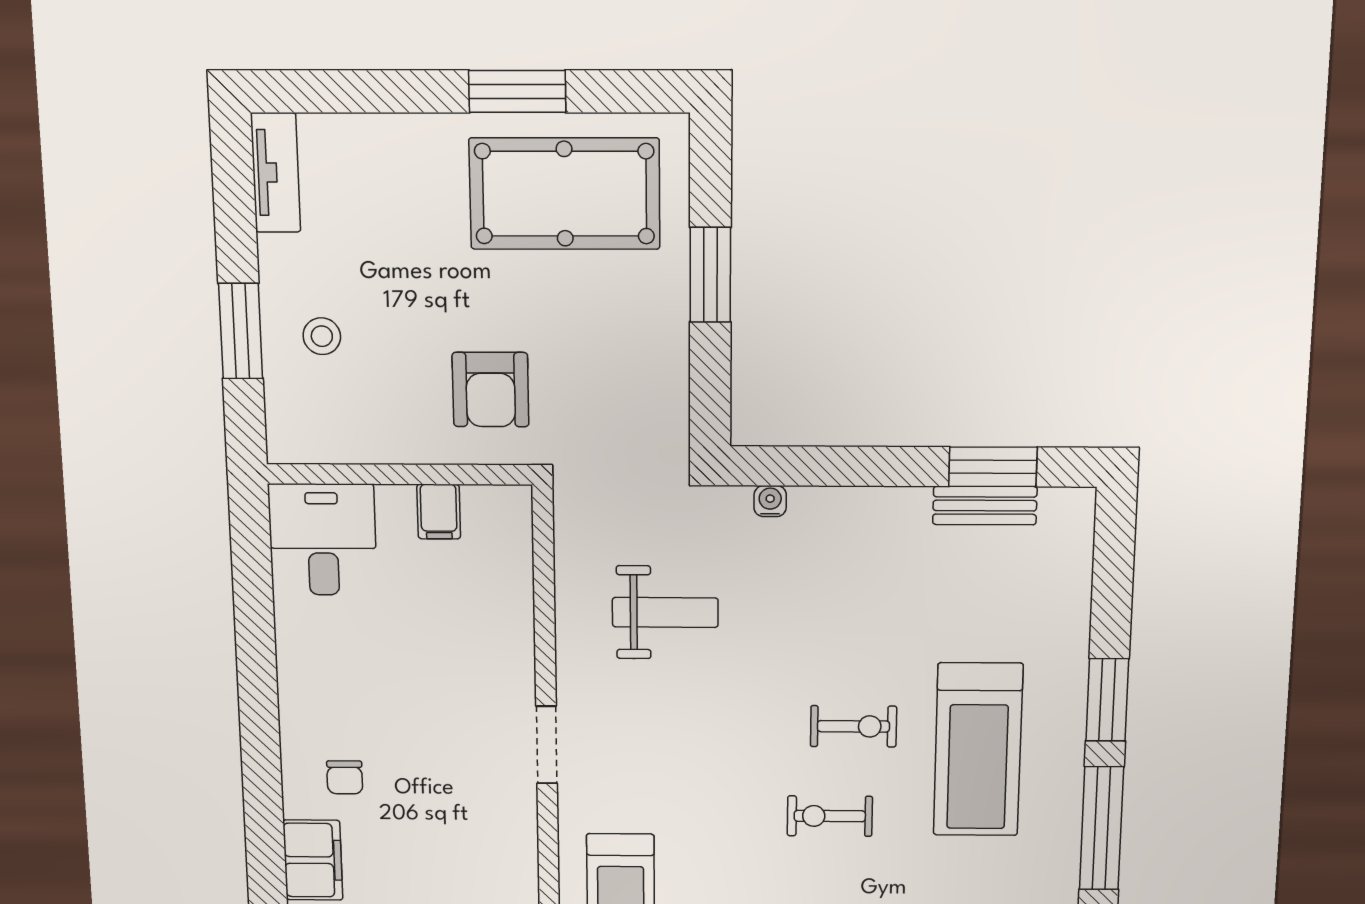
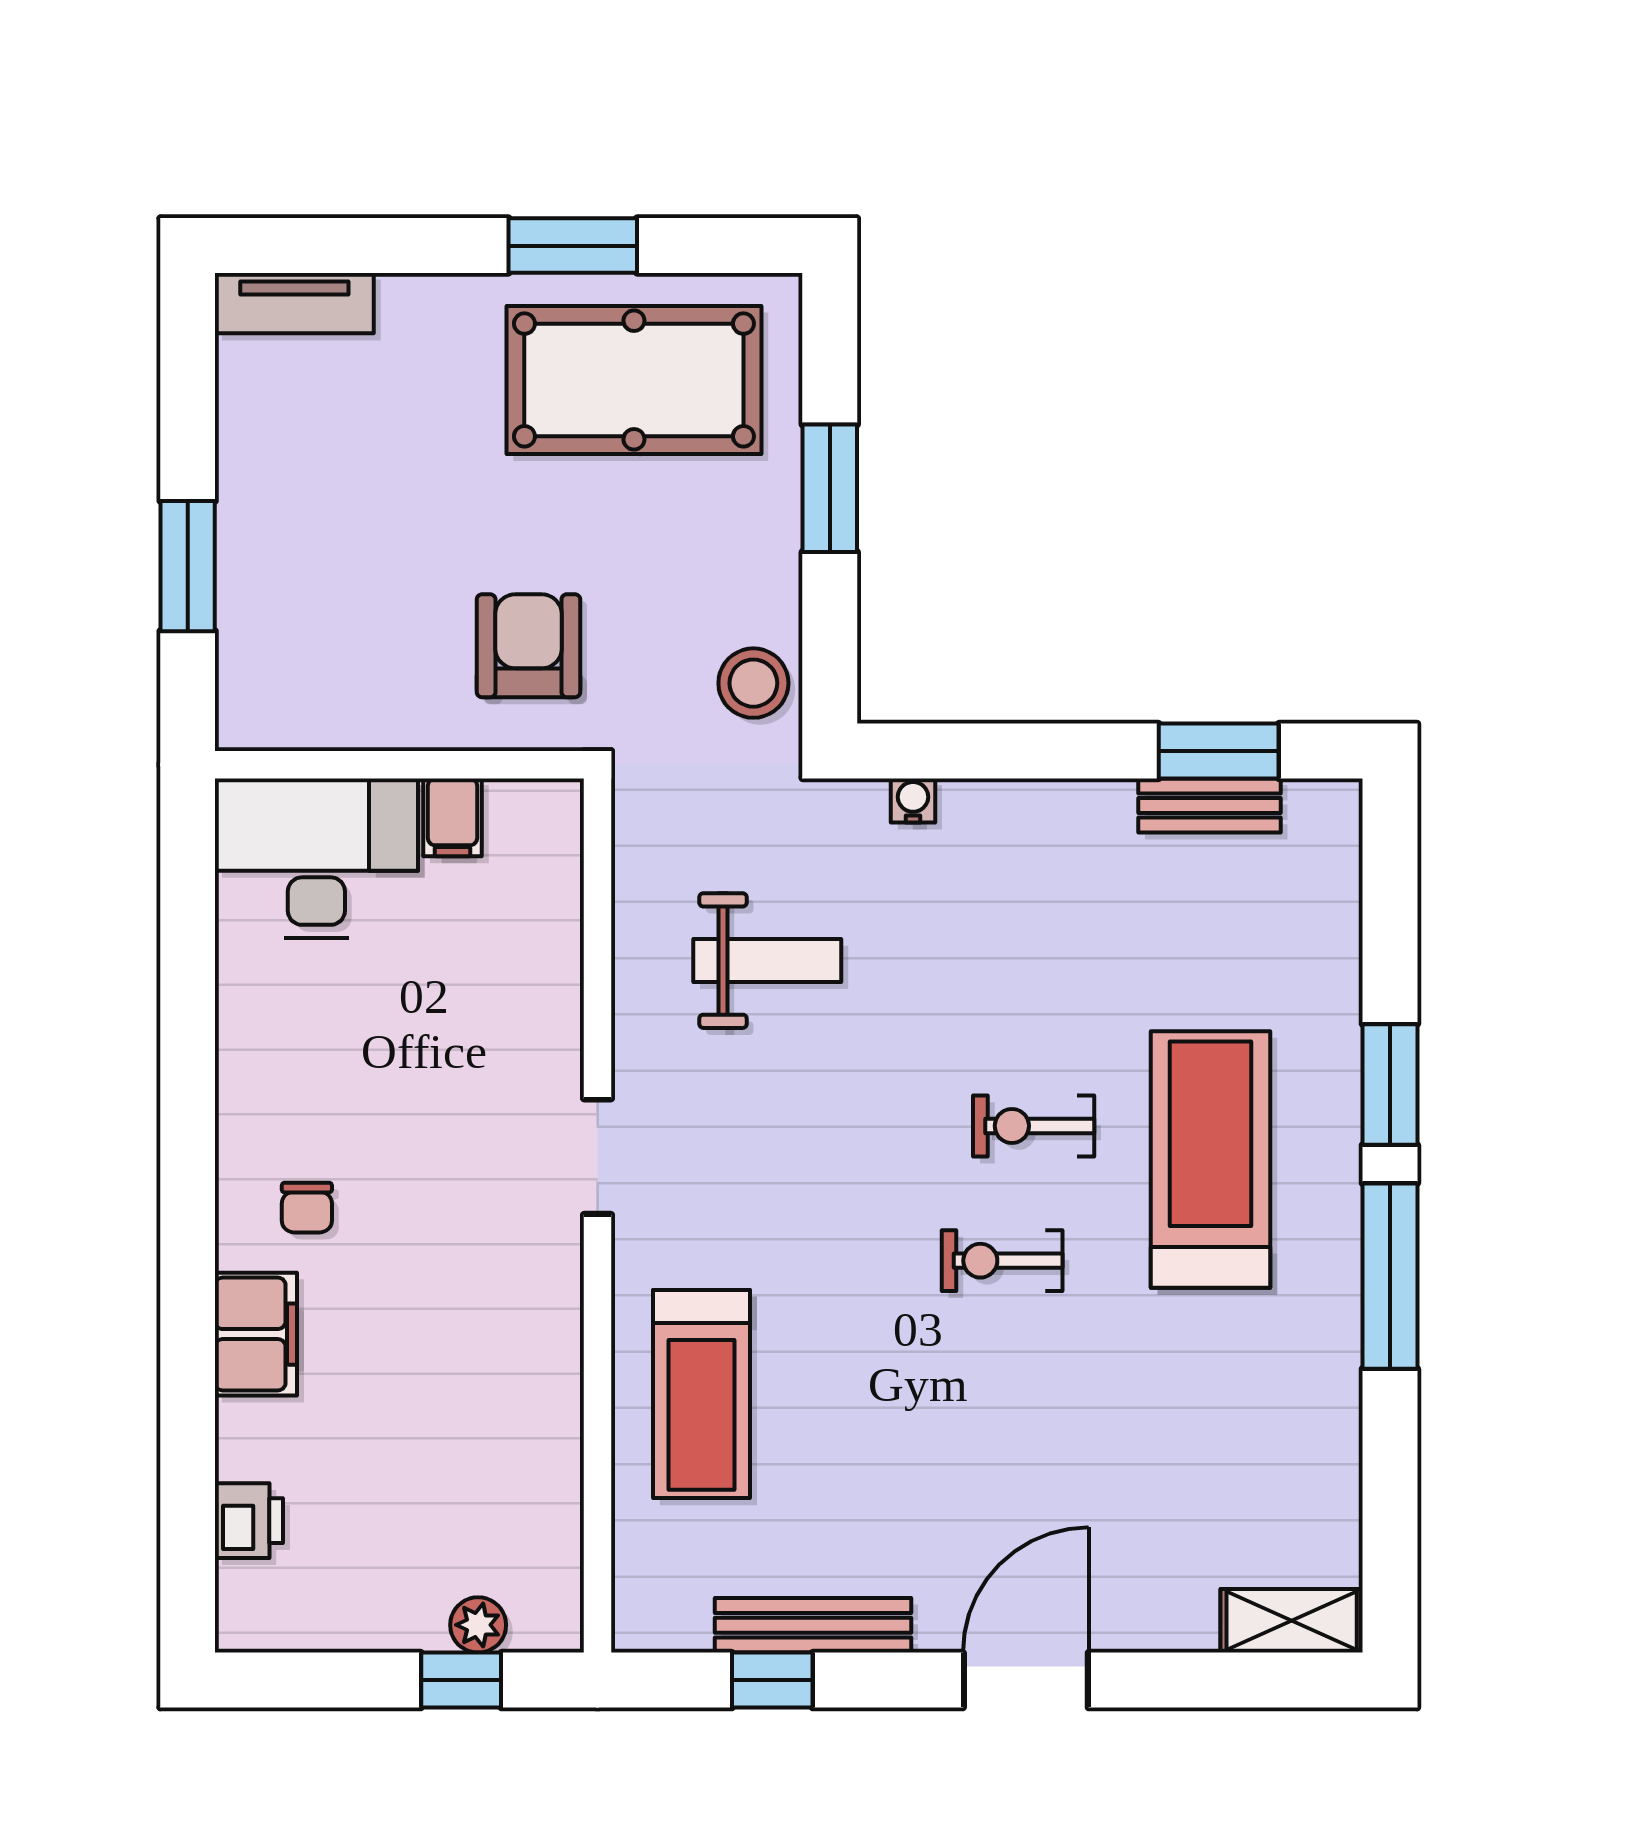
tv unit: (276, 173) -> (294, 303), moved, turned 90
stool: (322, 336) -> (753, 683), moved, width x1.37, depth x1.37
armchair: (491, 390) -> (528, 646), turned 180
desk: (323, 540) -> (316, 858), width x1.37
exercise bike: (853, 726) -> (1034, 1126), turned 180
treadmill: (978, 750) -> (1211, 1159), turned 180

